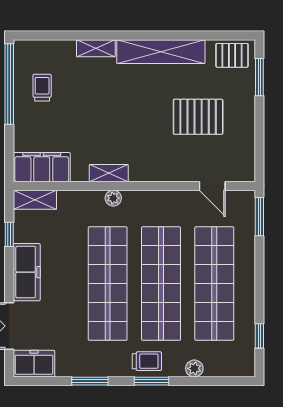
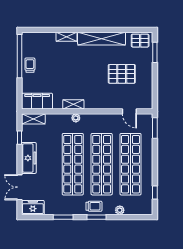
trolley: (42, 88) -> (30, 65), moved

